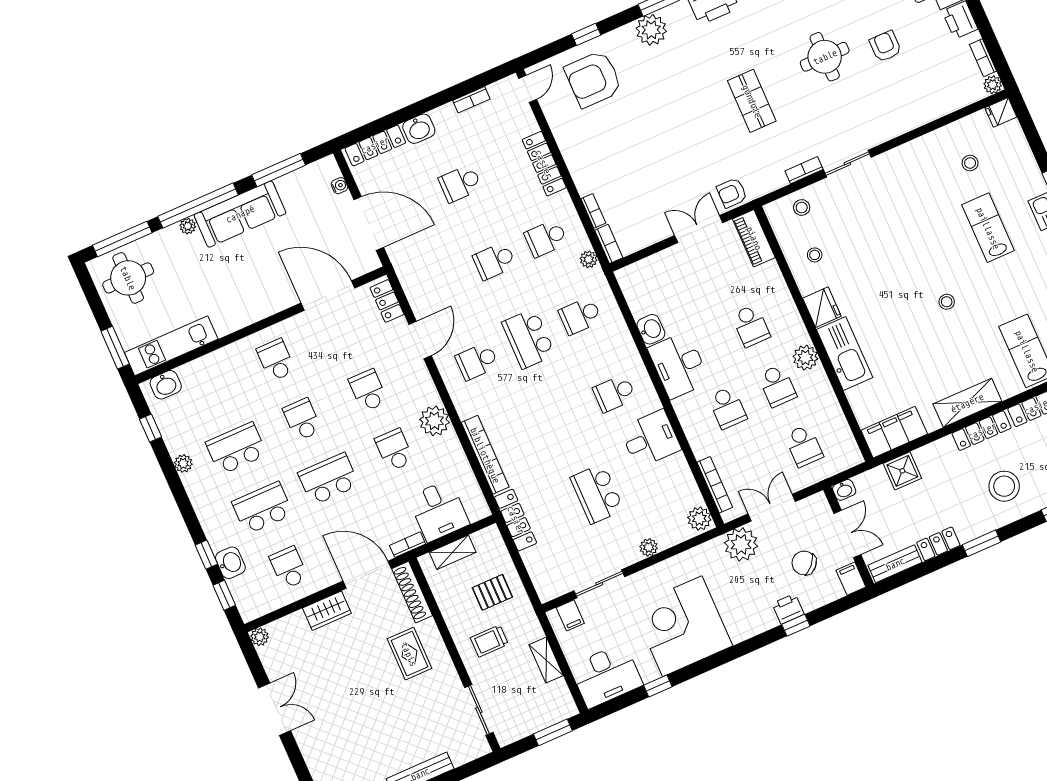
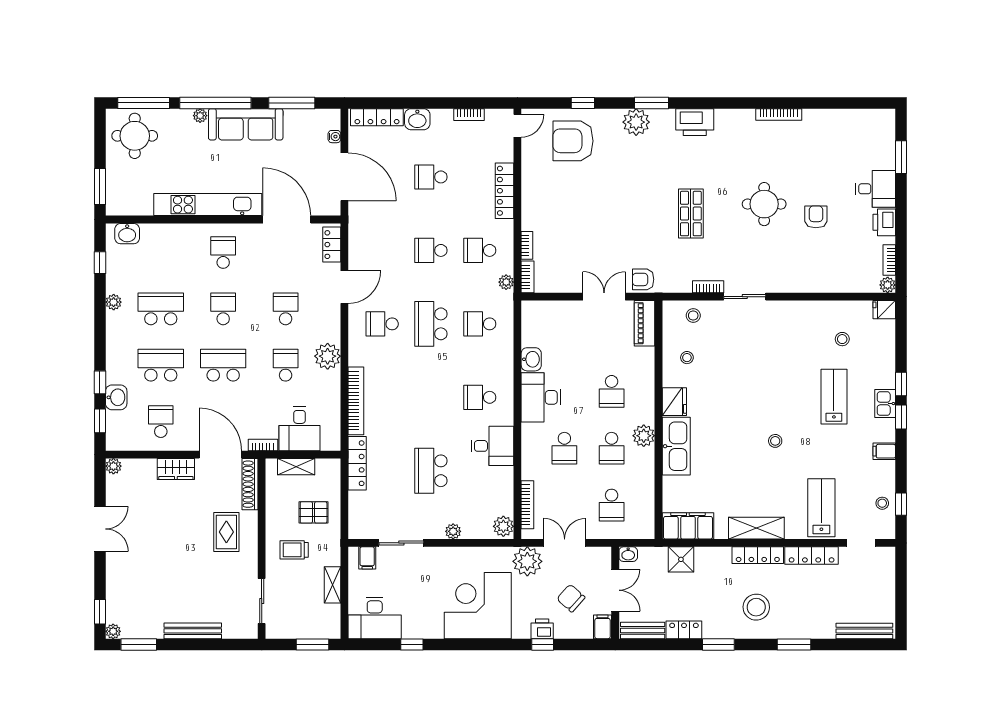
kitchen unit: (171, 346) -> (208, 205), moved, width x1.36
corner desk: (682, 626) -> (478, 606), moved

